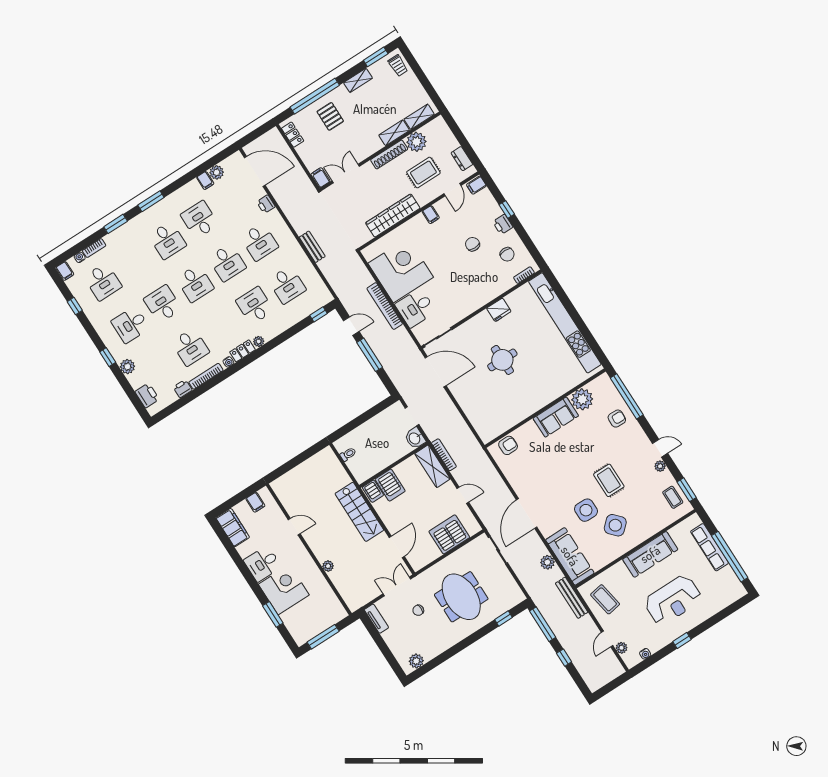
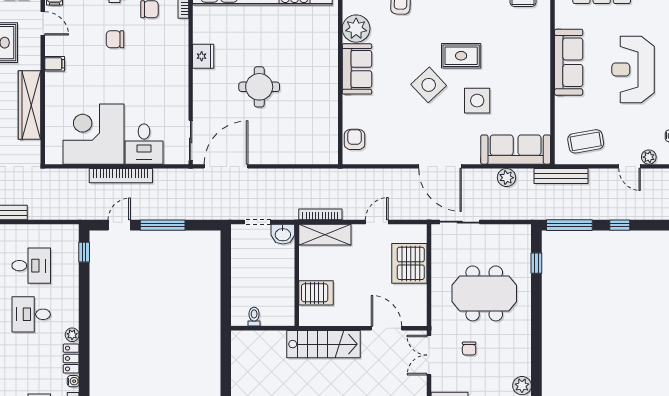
server rack: (373, 491) -> (311, 315), removed
side table: (615, 525) -> (429, 85), moved
reception desk: (673, 600) -> (633, 69), turned 180

